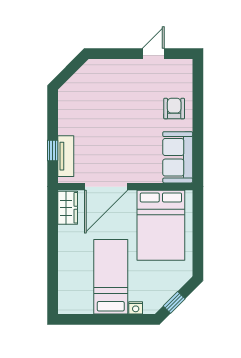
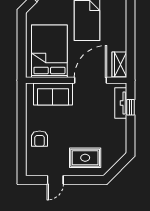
rug: (113, 83) -> (85, 158), added
sofa: (178, 157) -> (53, 94), moved, turned 90

